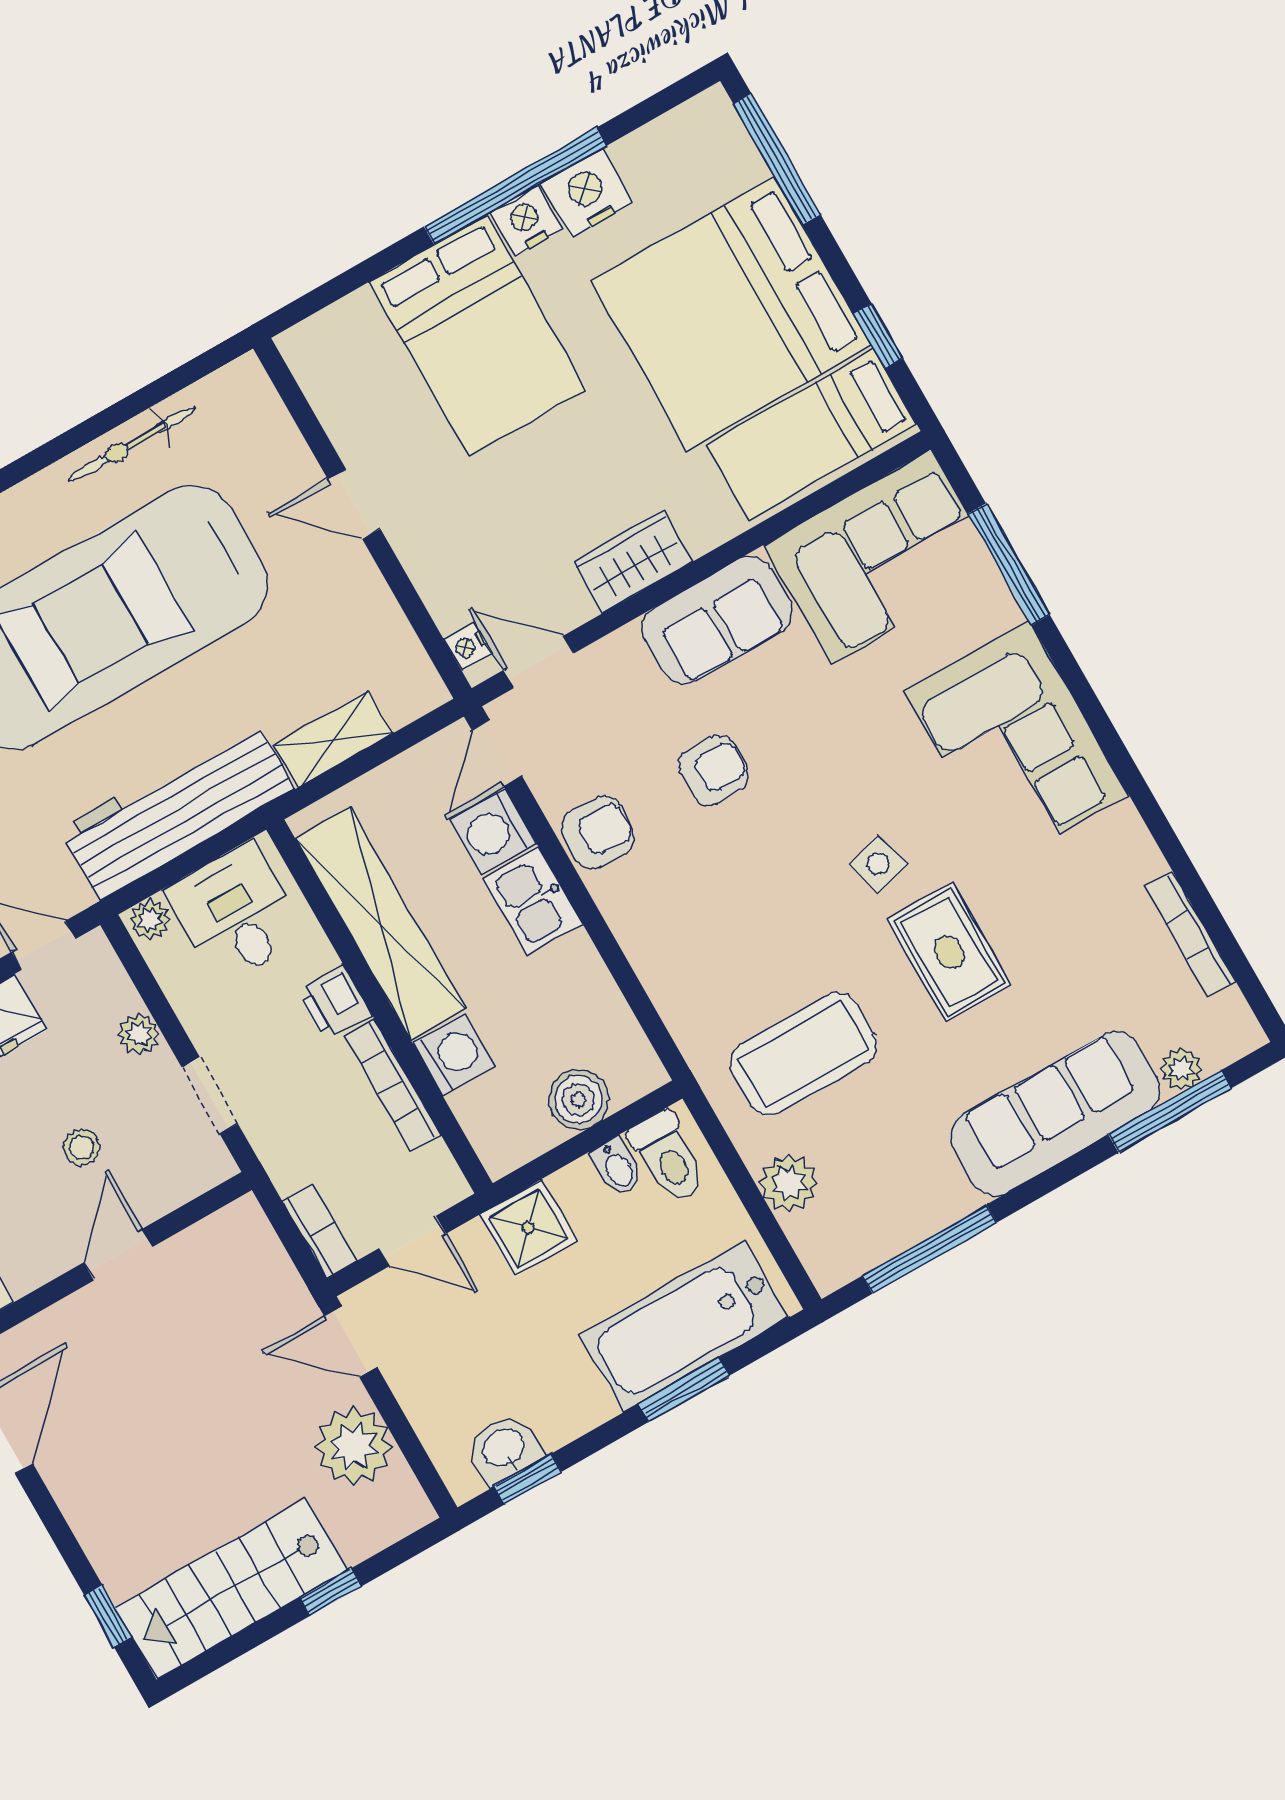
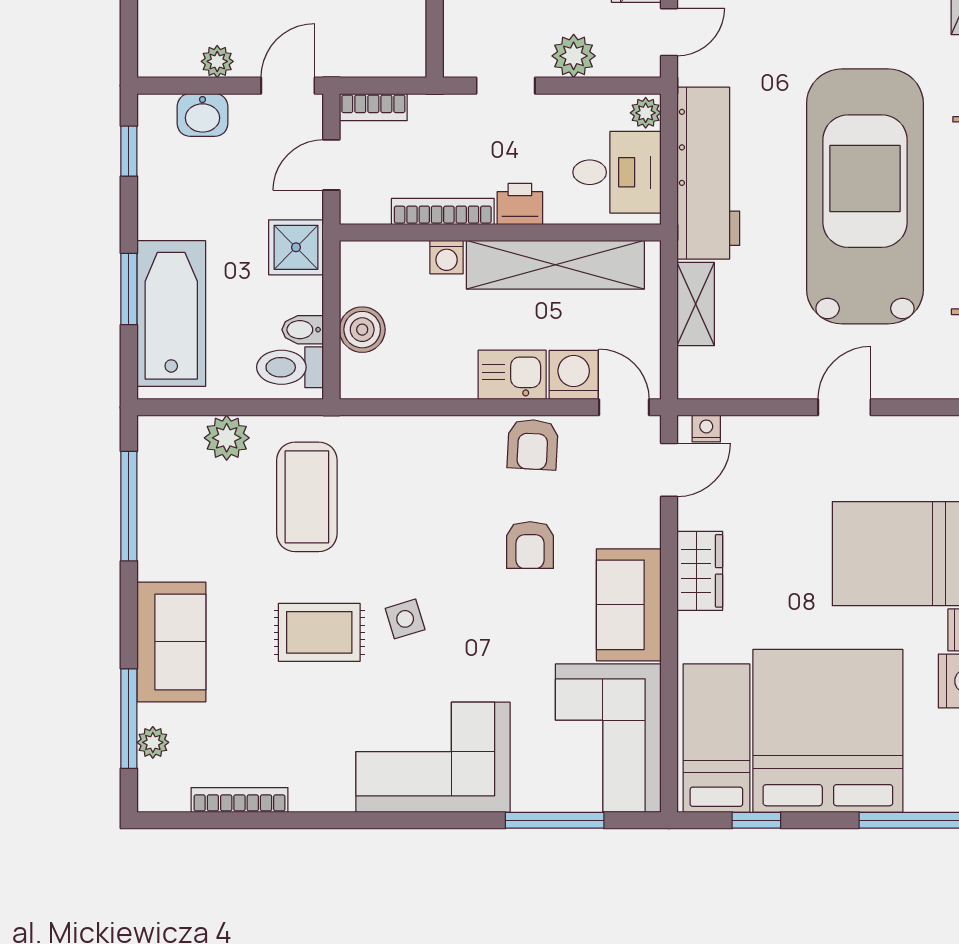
plant: (139, 1034) -> (574, 56), width x1.38, depth x1.38
washing machine: (453, 1054) -> (447, 257), width x0.73, depth x0.73
sofa: (1055, 1113) -> (171, 642), width x0.73
plant: (353, 1447) -> (217, 61), width x0.53, depth x0.53
washbasin: (504, 1449) -> (202, 115), moved, turned 90

